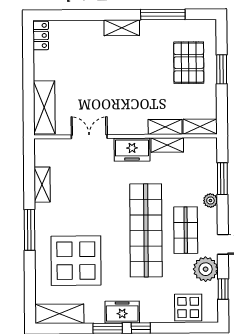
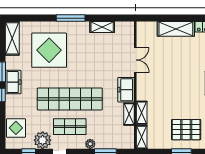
shelving: (44, 107) -> (176, 29), moved

